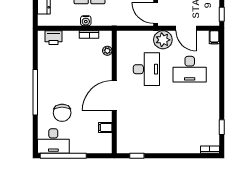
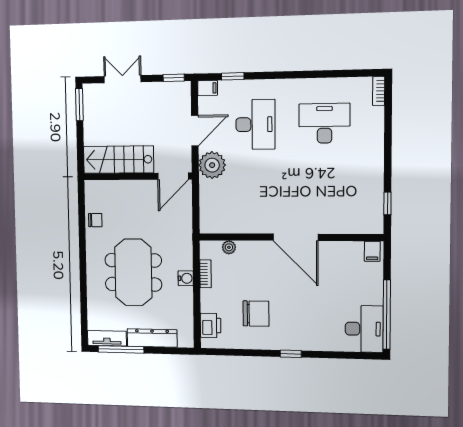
desk: (146, 69) -> (324, 123), moved
window: (35, 92) -> (291, 354), width x0.32
chair: (62, 113) -> (256, 314), moved
filing cabinet: (105, 127) -> (372, 251), moved
window: (222, 127) -> (233, 76), moved

